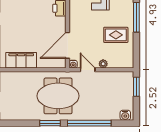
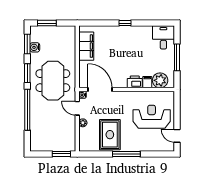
rug: (116, 35) -> (110, 135), width x1.36, depth x1.43
door: (88, 70) -> (77, 108), swing flipped
water cooler: (125, 115) -> (35, 47), moved
window: (19, 123) -> (27, 44), added

